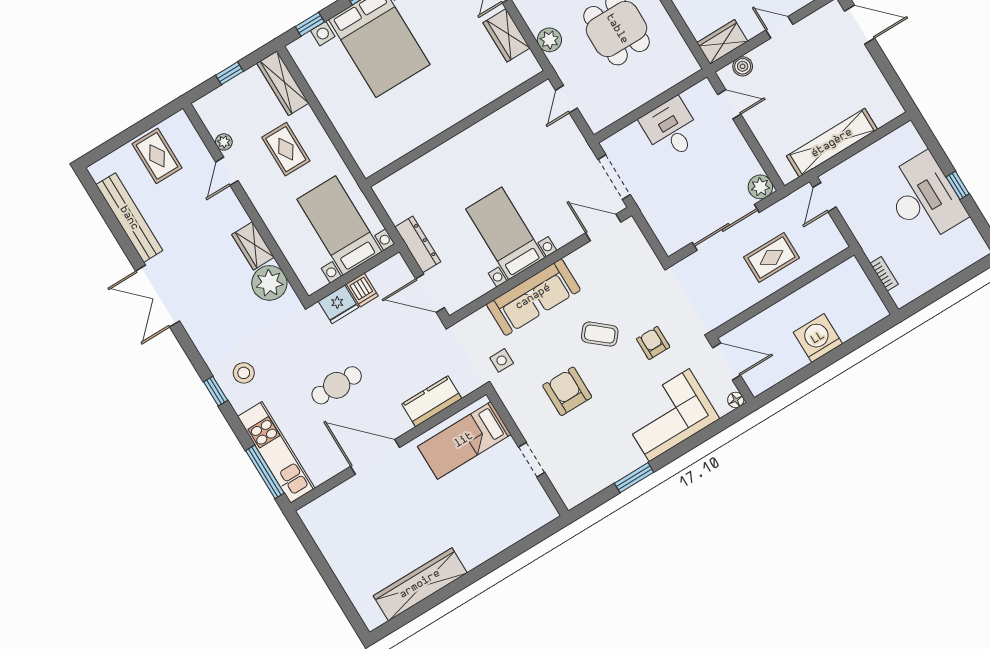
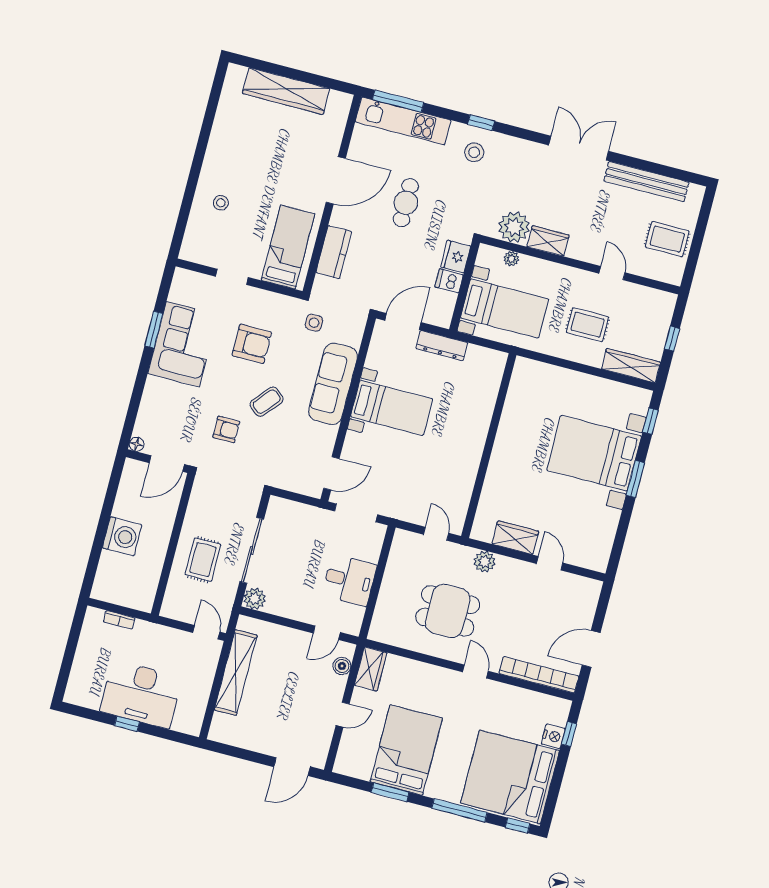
plant: (224, 142) -> (511, 259), moved
corner sofa: (669, 415) -> (183, 344), moved
stool: (484, 527) -> (221, 203), added
wardrobe: (420, 584) -> (286, 91), moved, turned 90

